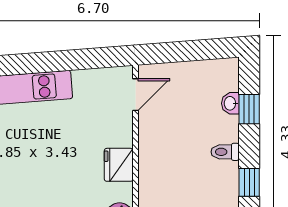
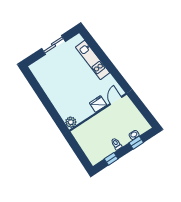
door: (135, 95) -> (116, 101), swing flipped
fridge: (119, 165) -> (98, 104), moved

